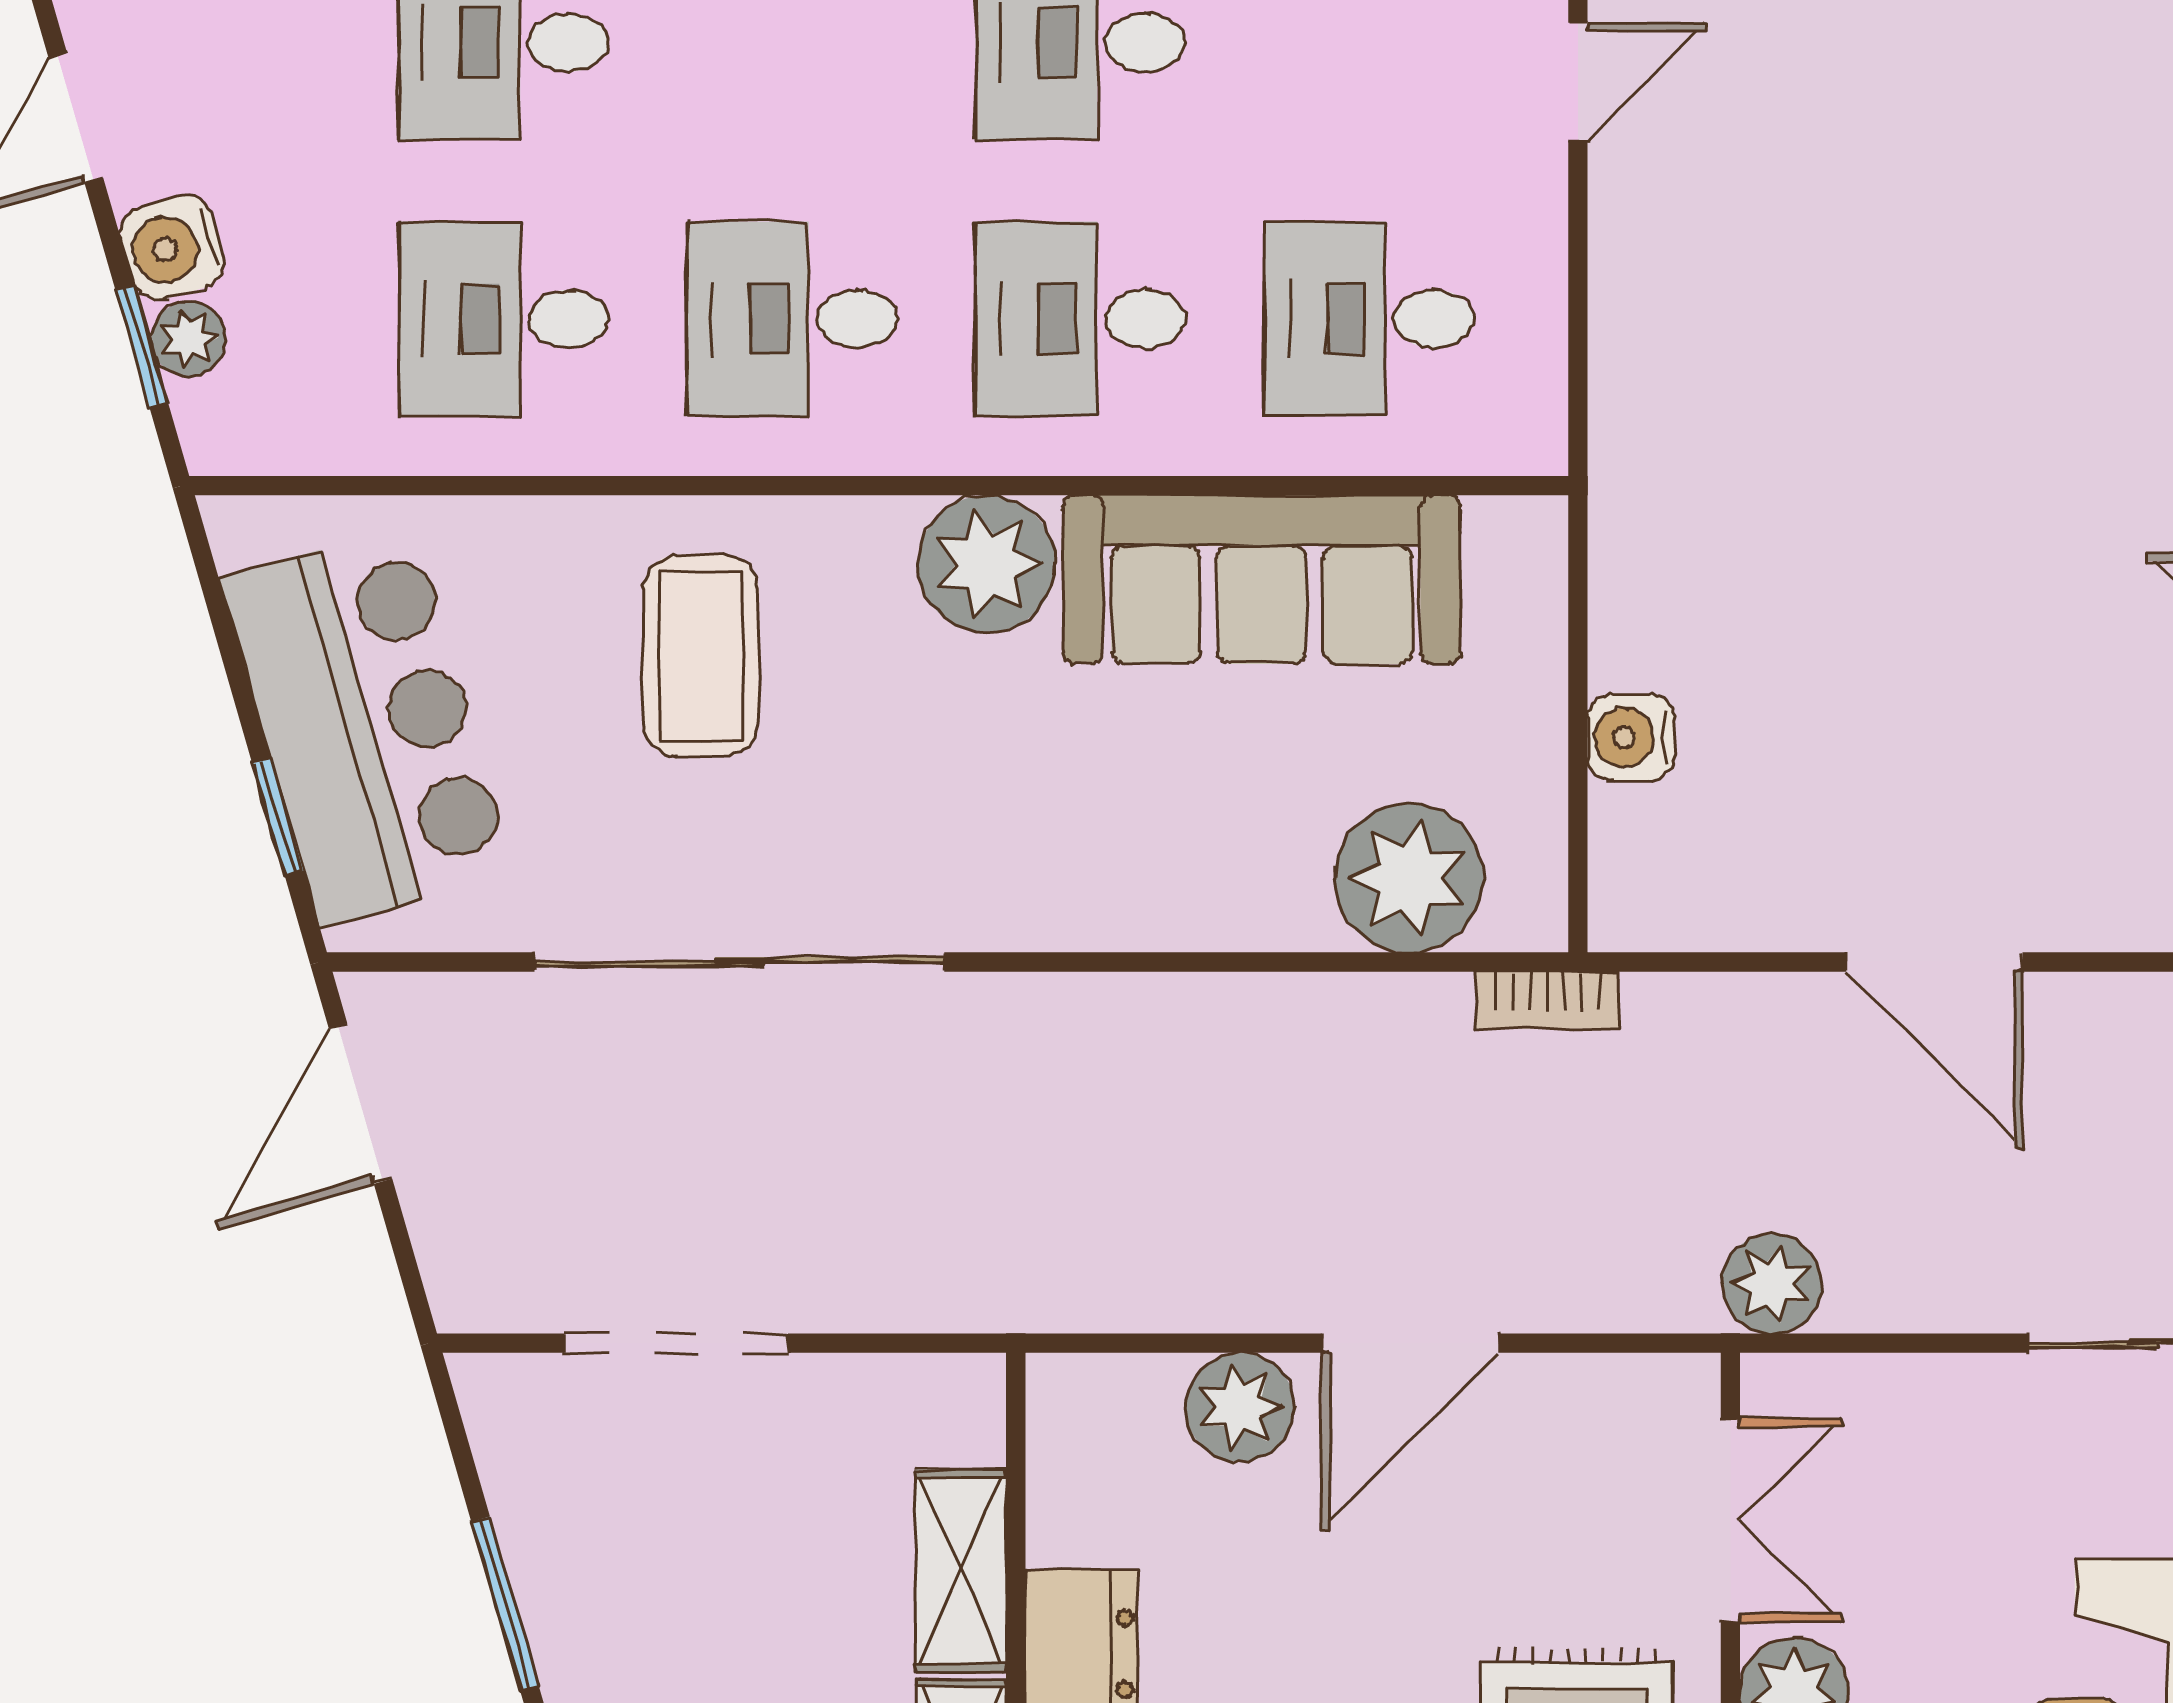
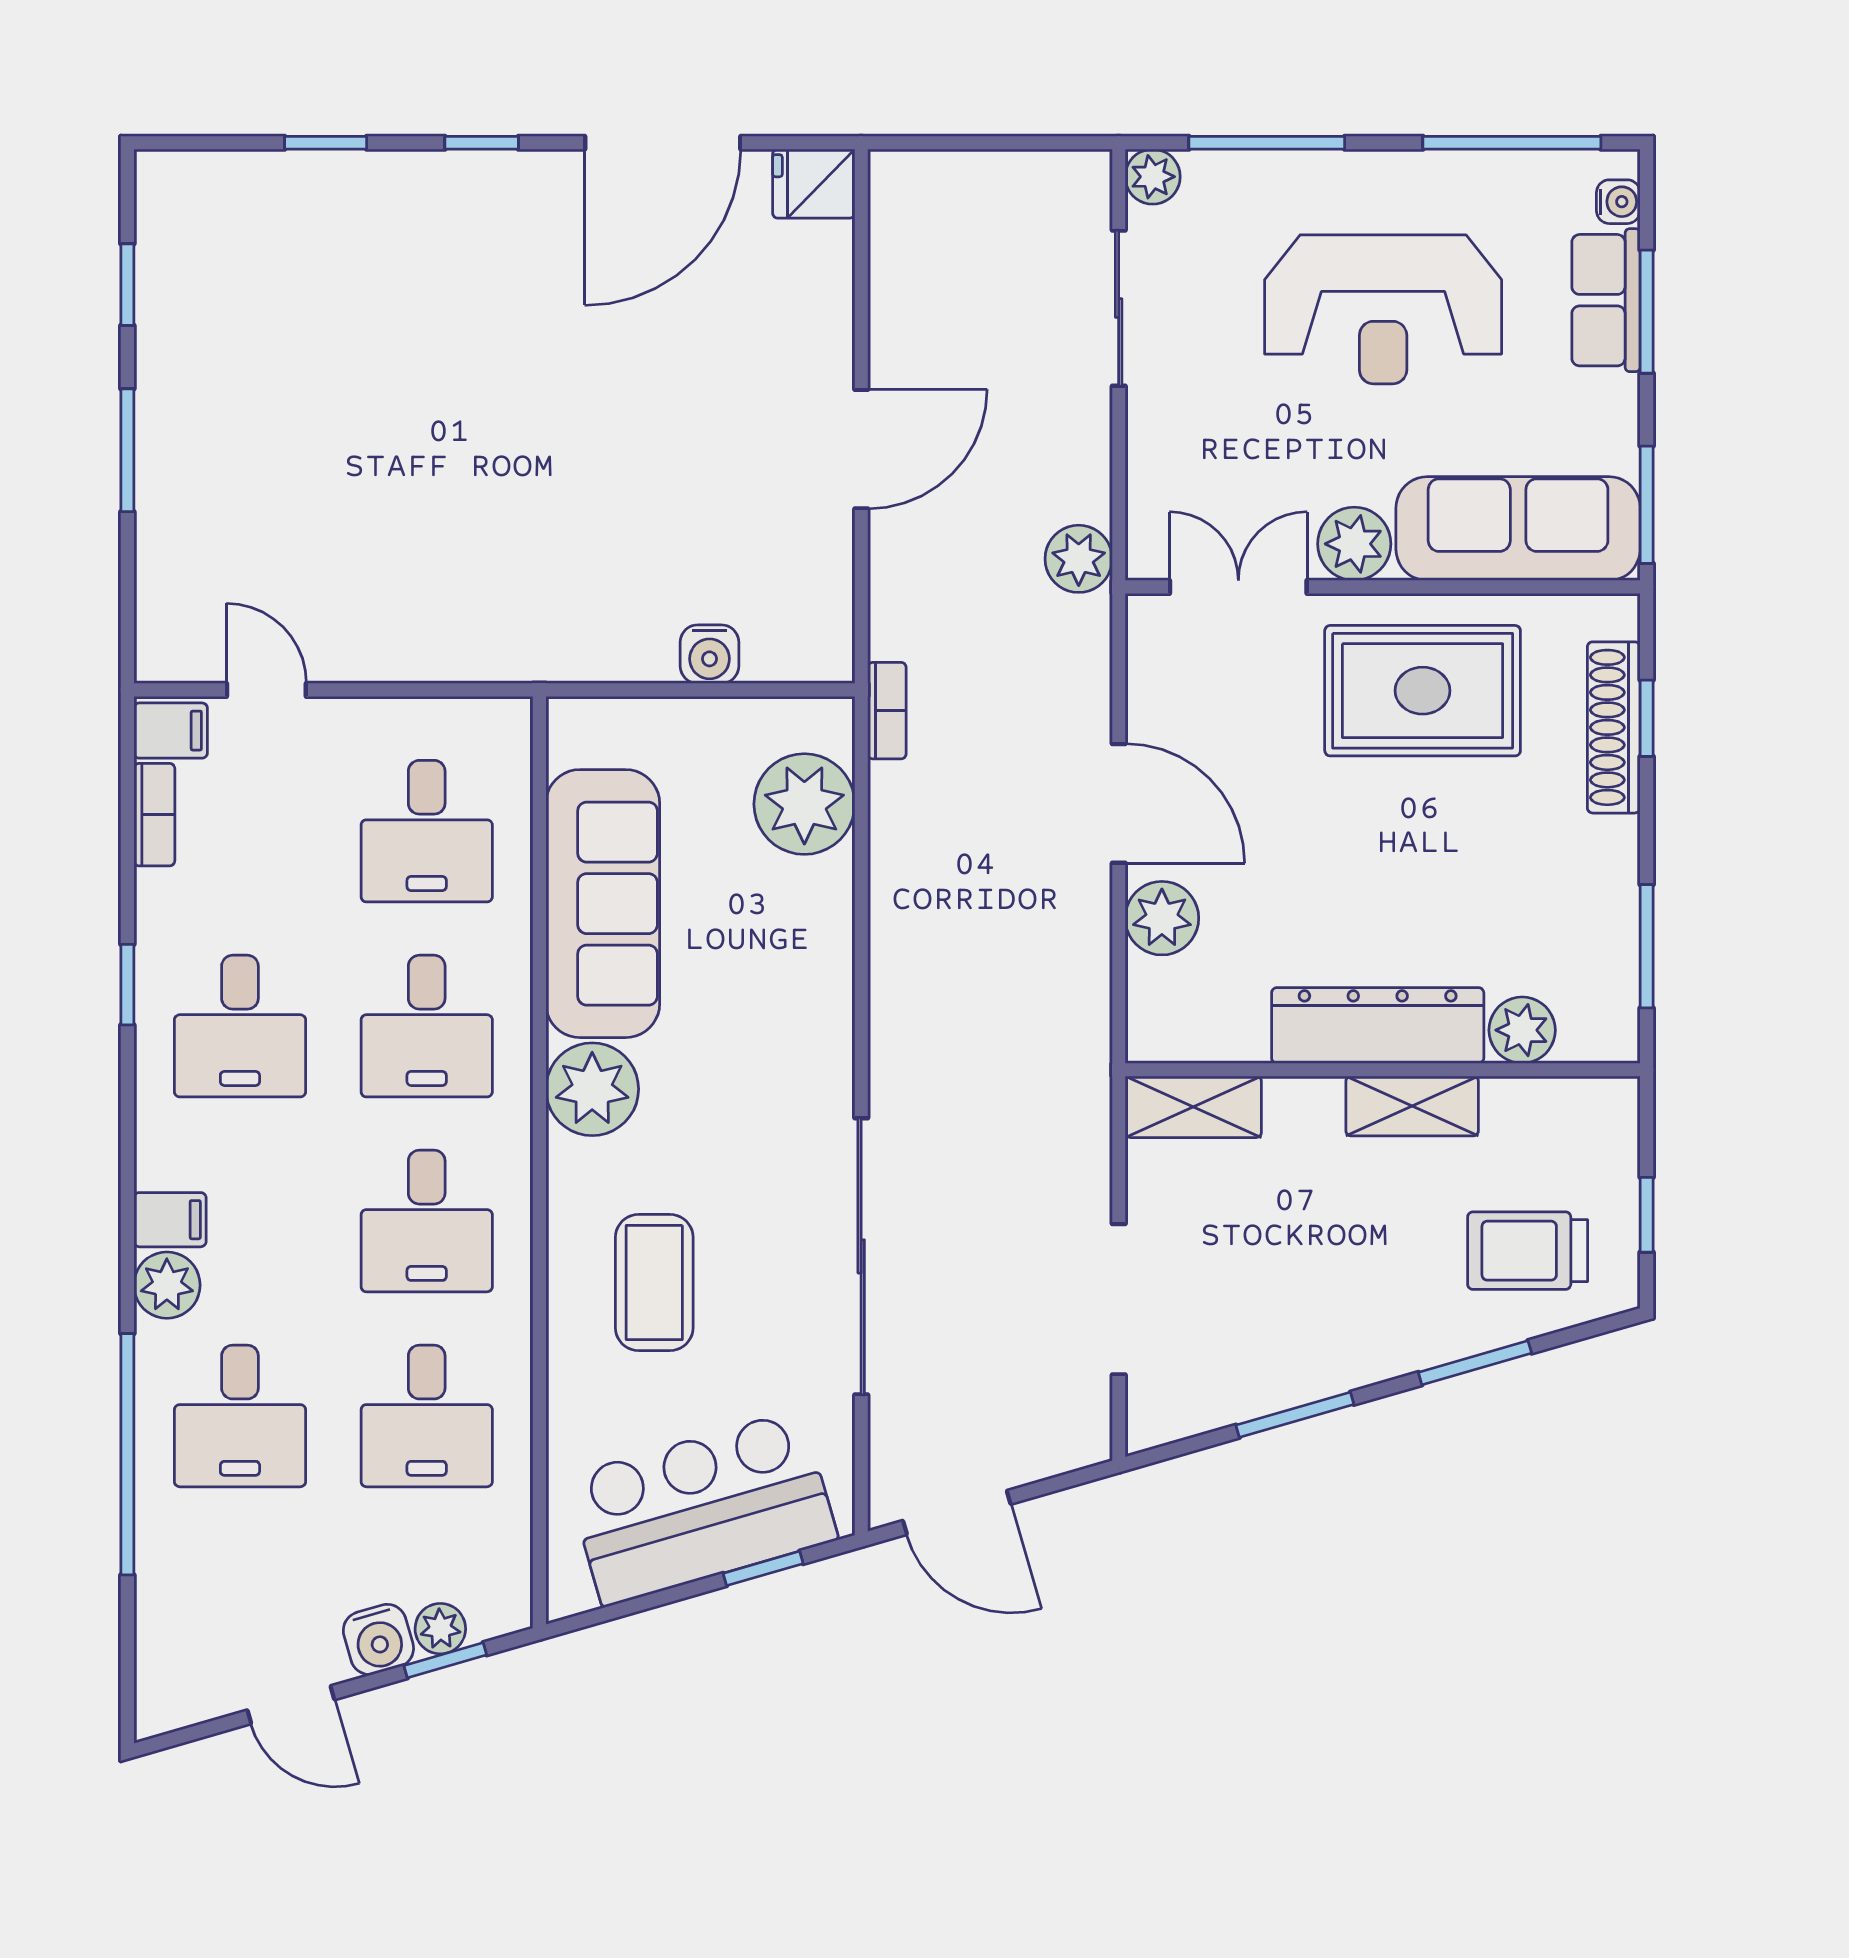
coffee table: (701, 656) -> (654, 1283), turned 90
shelving: (961, 1571) -> (1193, 1107), moved

